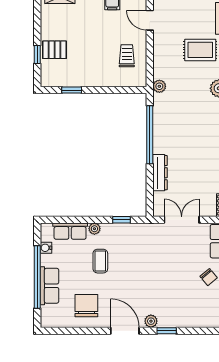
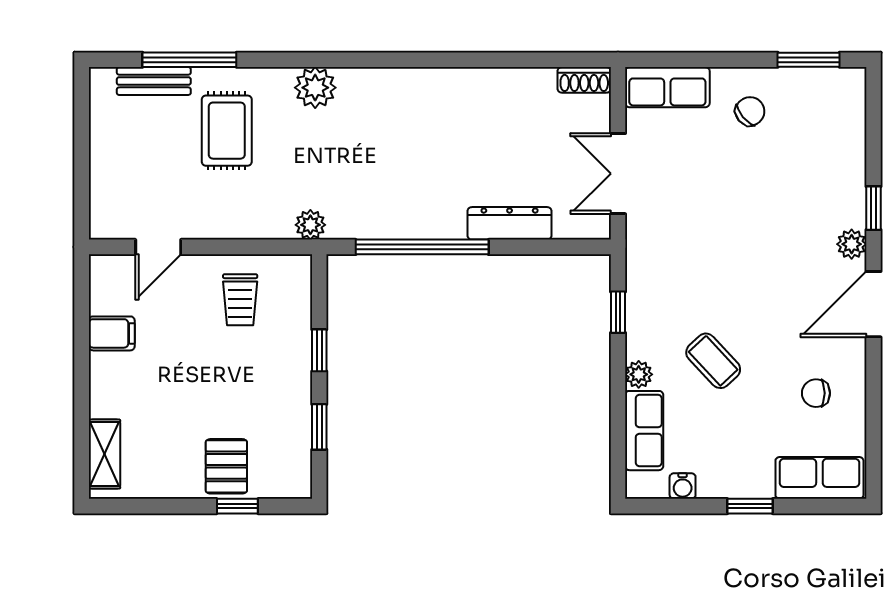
trolley: (127, 56) -> (240, 300), turned -90
window: (105, 90) -> (319, 350), added
coffee table: (100, 261) -> (713, 361), turned 47
window: (37, 277) -> (750, 506), width x0.32
row of seats: (50, 286) -> (819, 478), moved
chair: (86, 306) -> (816, 393), width x0.54, depth x0.54

